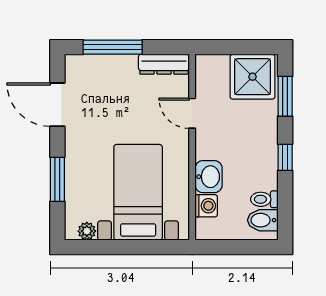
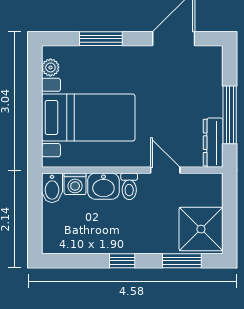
window: (113, 47) -> (230, 115), moved
door: (192, 113) -> (165, 170), hinge flipped
toilet: (264, 199) -> (129, 186), moved, turned 180
bidet: (263, 220) -> (52, 188), moved, turned 180

